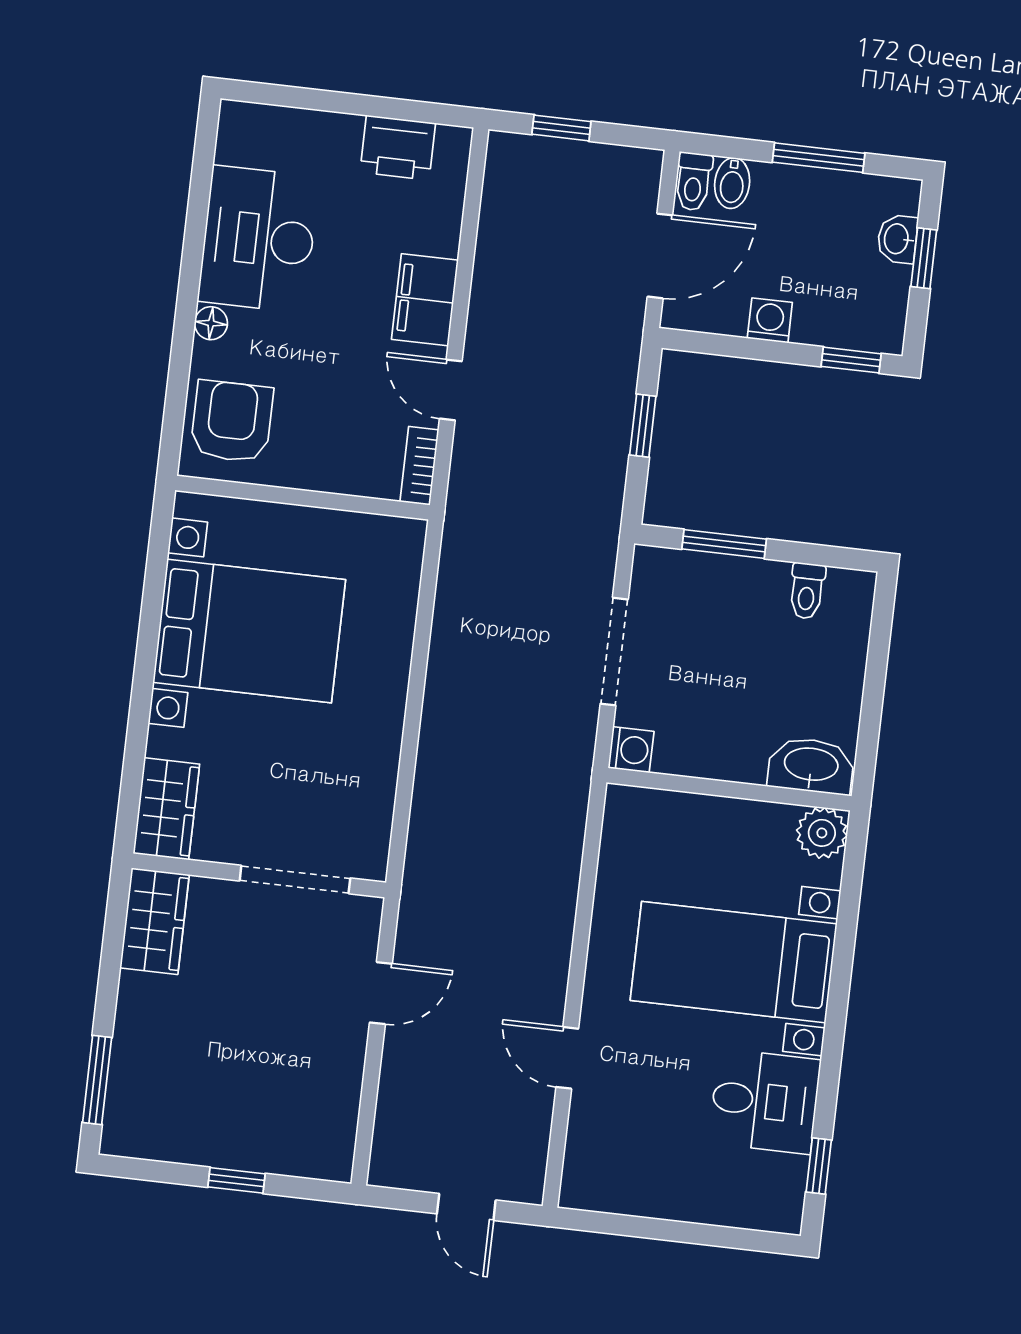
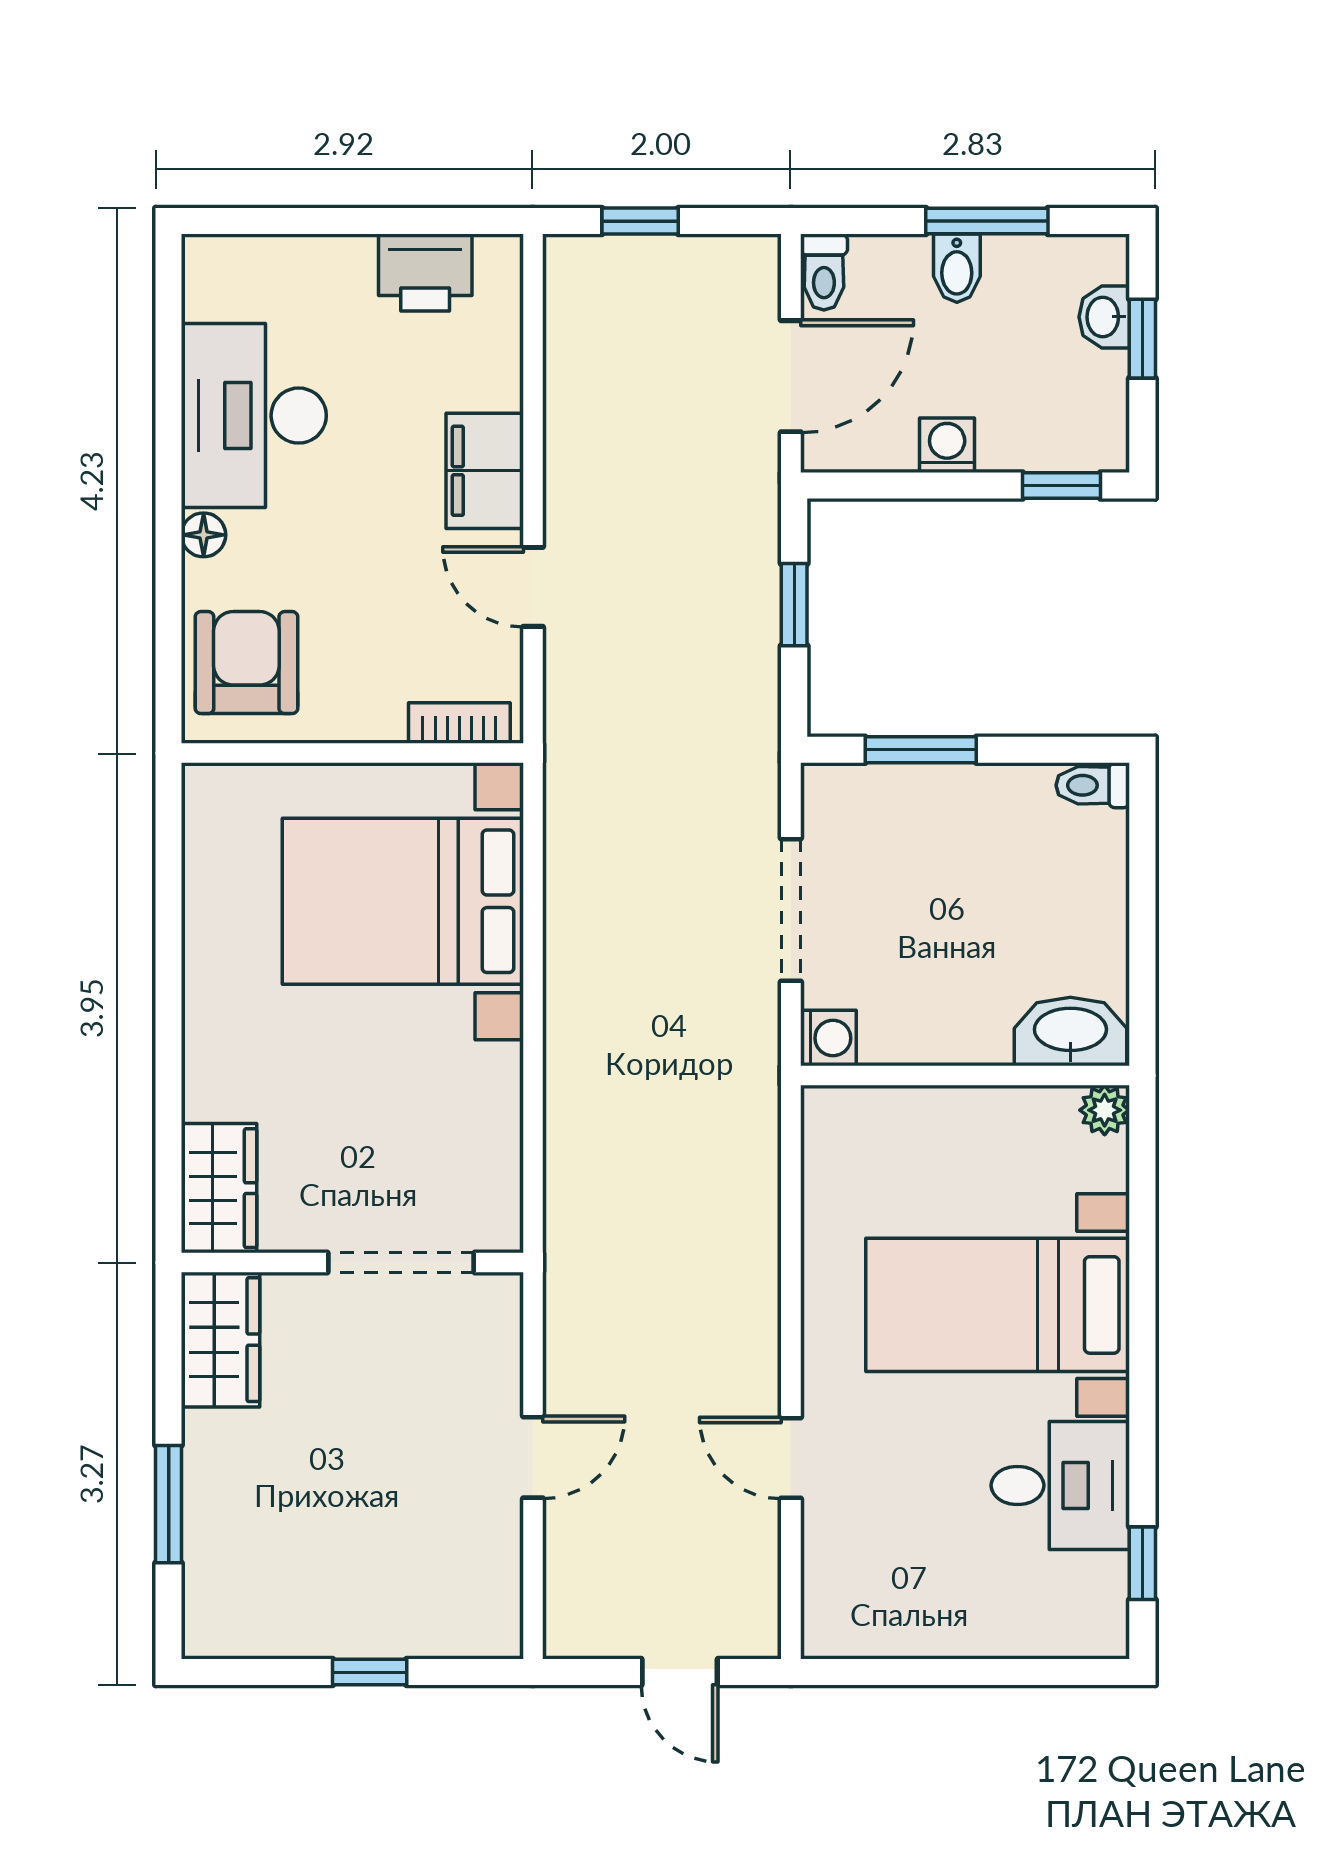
bidet: (732, 183) -> (957, 268), moved
bookcase: (419, 466) -> (459, 723), moved, turned 90
toilet: (807, 591) -> (1093, 785), moved, turned 90
bed with nightstands: (249, 631) -> (403, 901), moved, turned 180
plant: (822, 833) -> (1105, 1110), width x0.73, depth x0.73
door: (381, 993) -> (533, 1457), moved
window: (97, 1080) -> (169, 1504), moved

